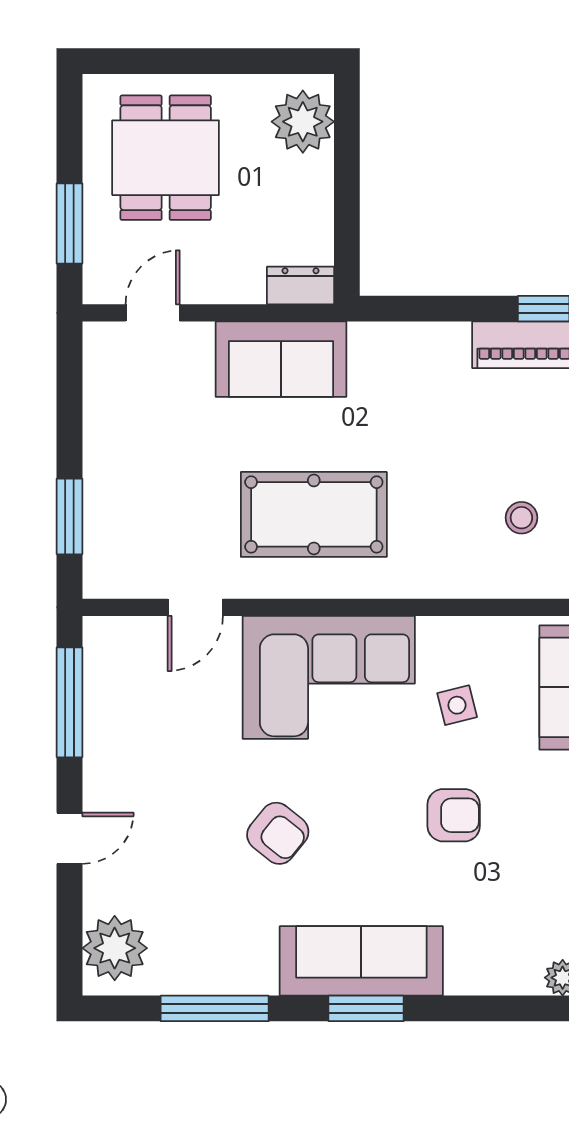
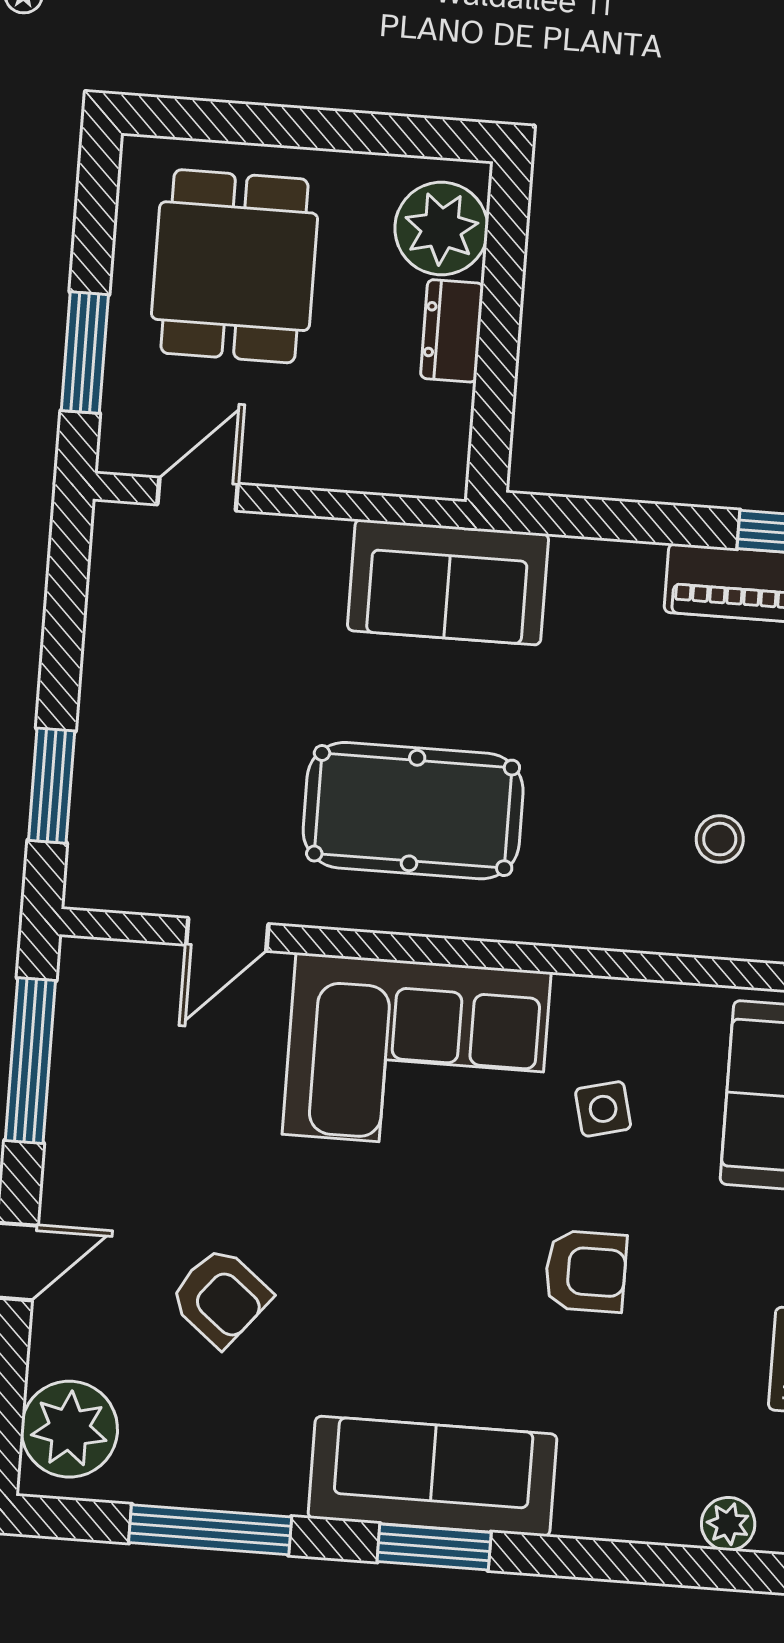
dresser: (301, 285) -> (452, 331), moved, turned -90
sofa: (281, 359) -> (448, 582), moved
armchair: (278, 833) -> (220, 1297), moved

